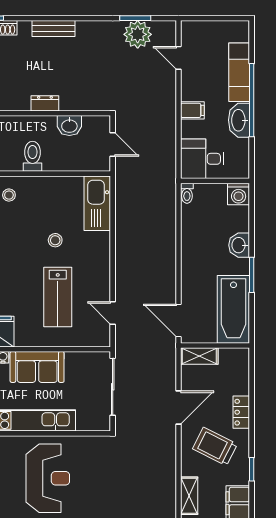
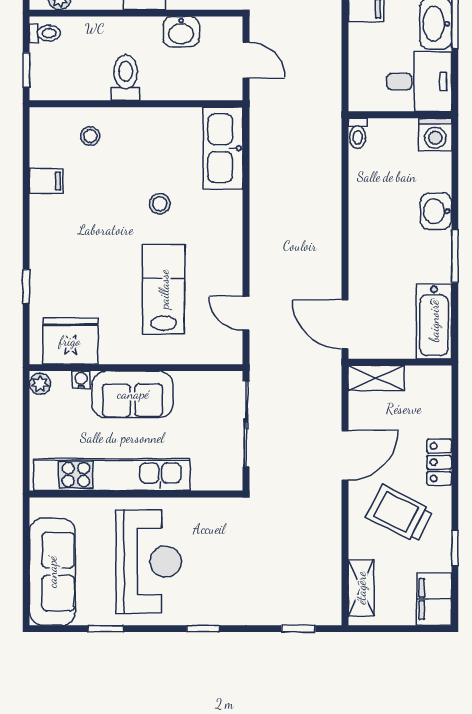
desk: (202, 159) -> (419, 82), moved, turned 180
lab bench: (58, 297) -> (164, 289), turned 180
bathtub: (233, 309) -> (434, 321), width x0.73, depth x0.73

